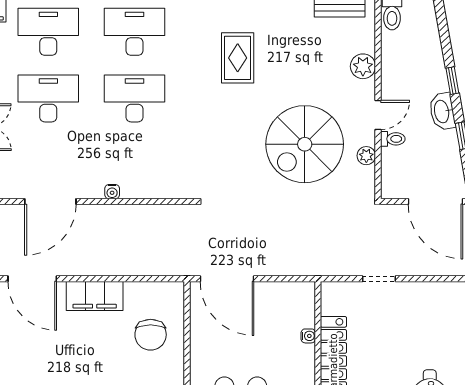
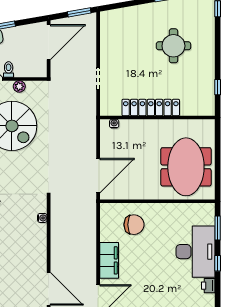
water cooler: (112, 192) -> (42, 218), moved
water cooler: (308, 336) -> (114, 124), moved

